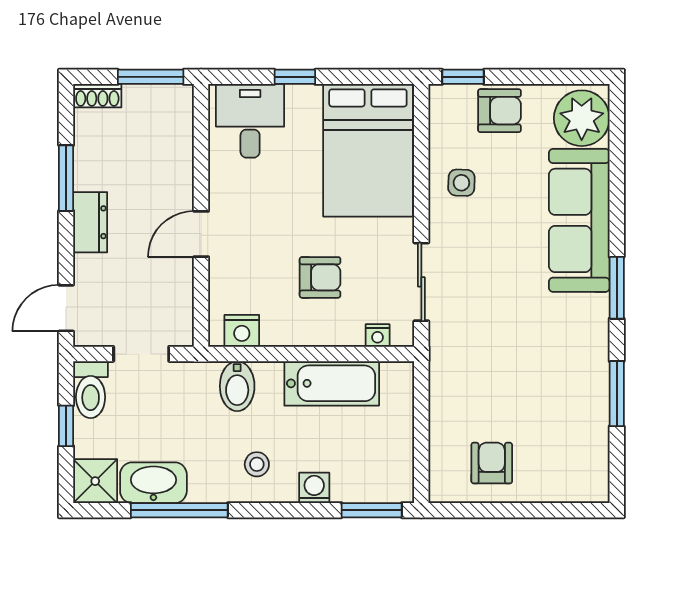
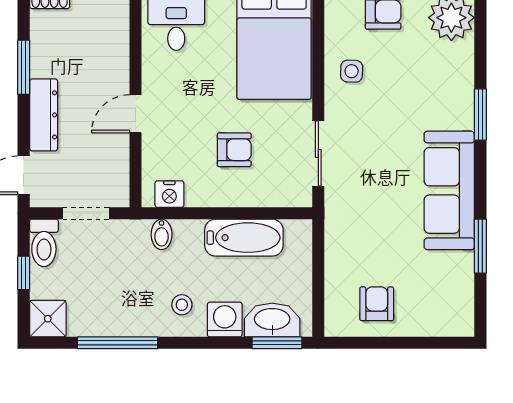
sofa: (579, 220) -> (449, 190), moved
dresser: (90, 222) -> (44, 115), width x1.44
window: (617, 288) -> (480, 114), moved
nightstand: (378, 335) -> (282, 198), removed
bidet: (237, 386) -> (162, 234), width x0.72, depth x0.74
washbasin: (153, 483) -> (272, 320), moved
washing machine: (314, 488) -> (225, 320), width x1.38, depth x1.38

